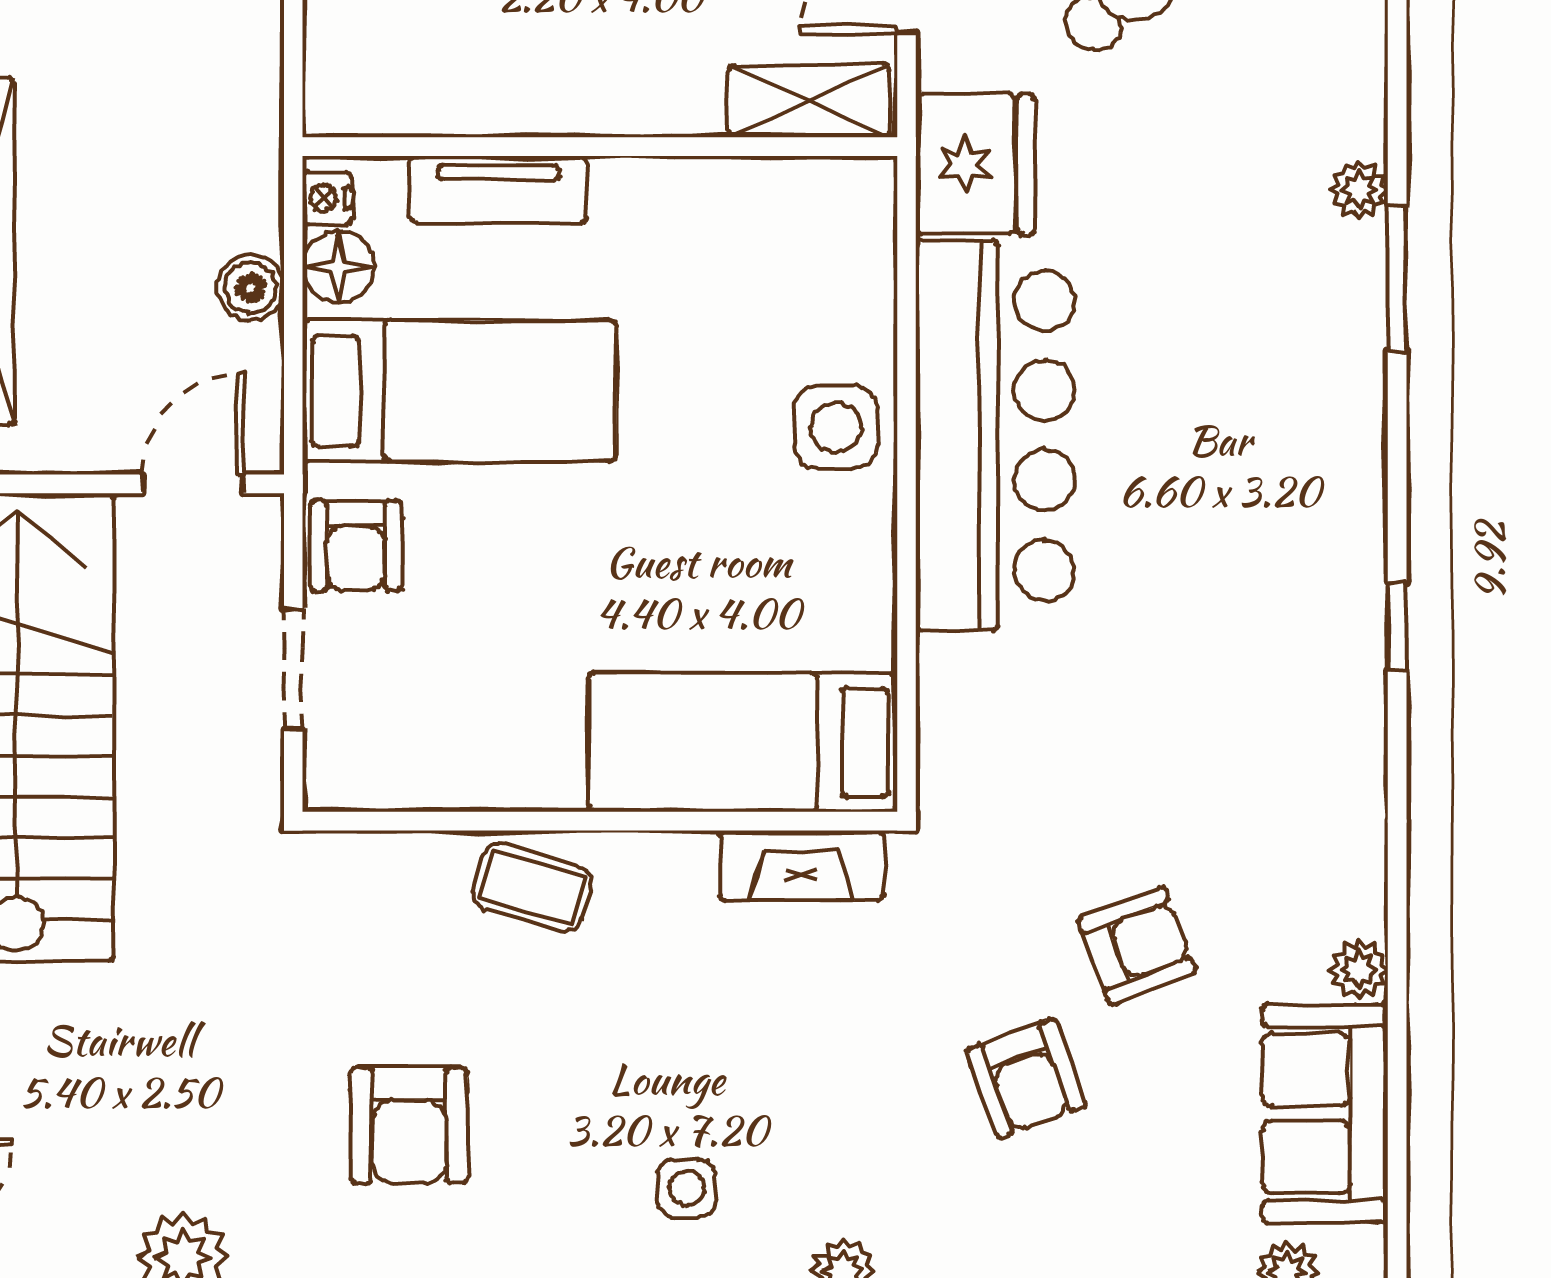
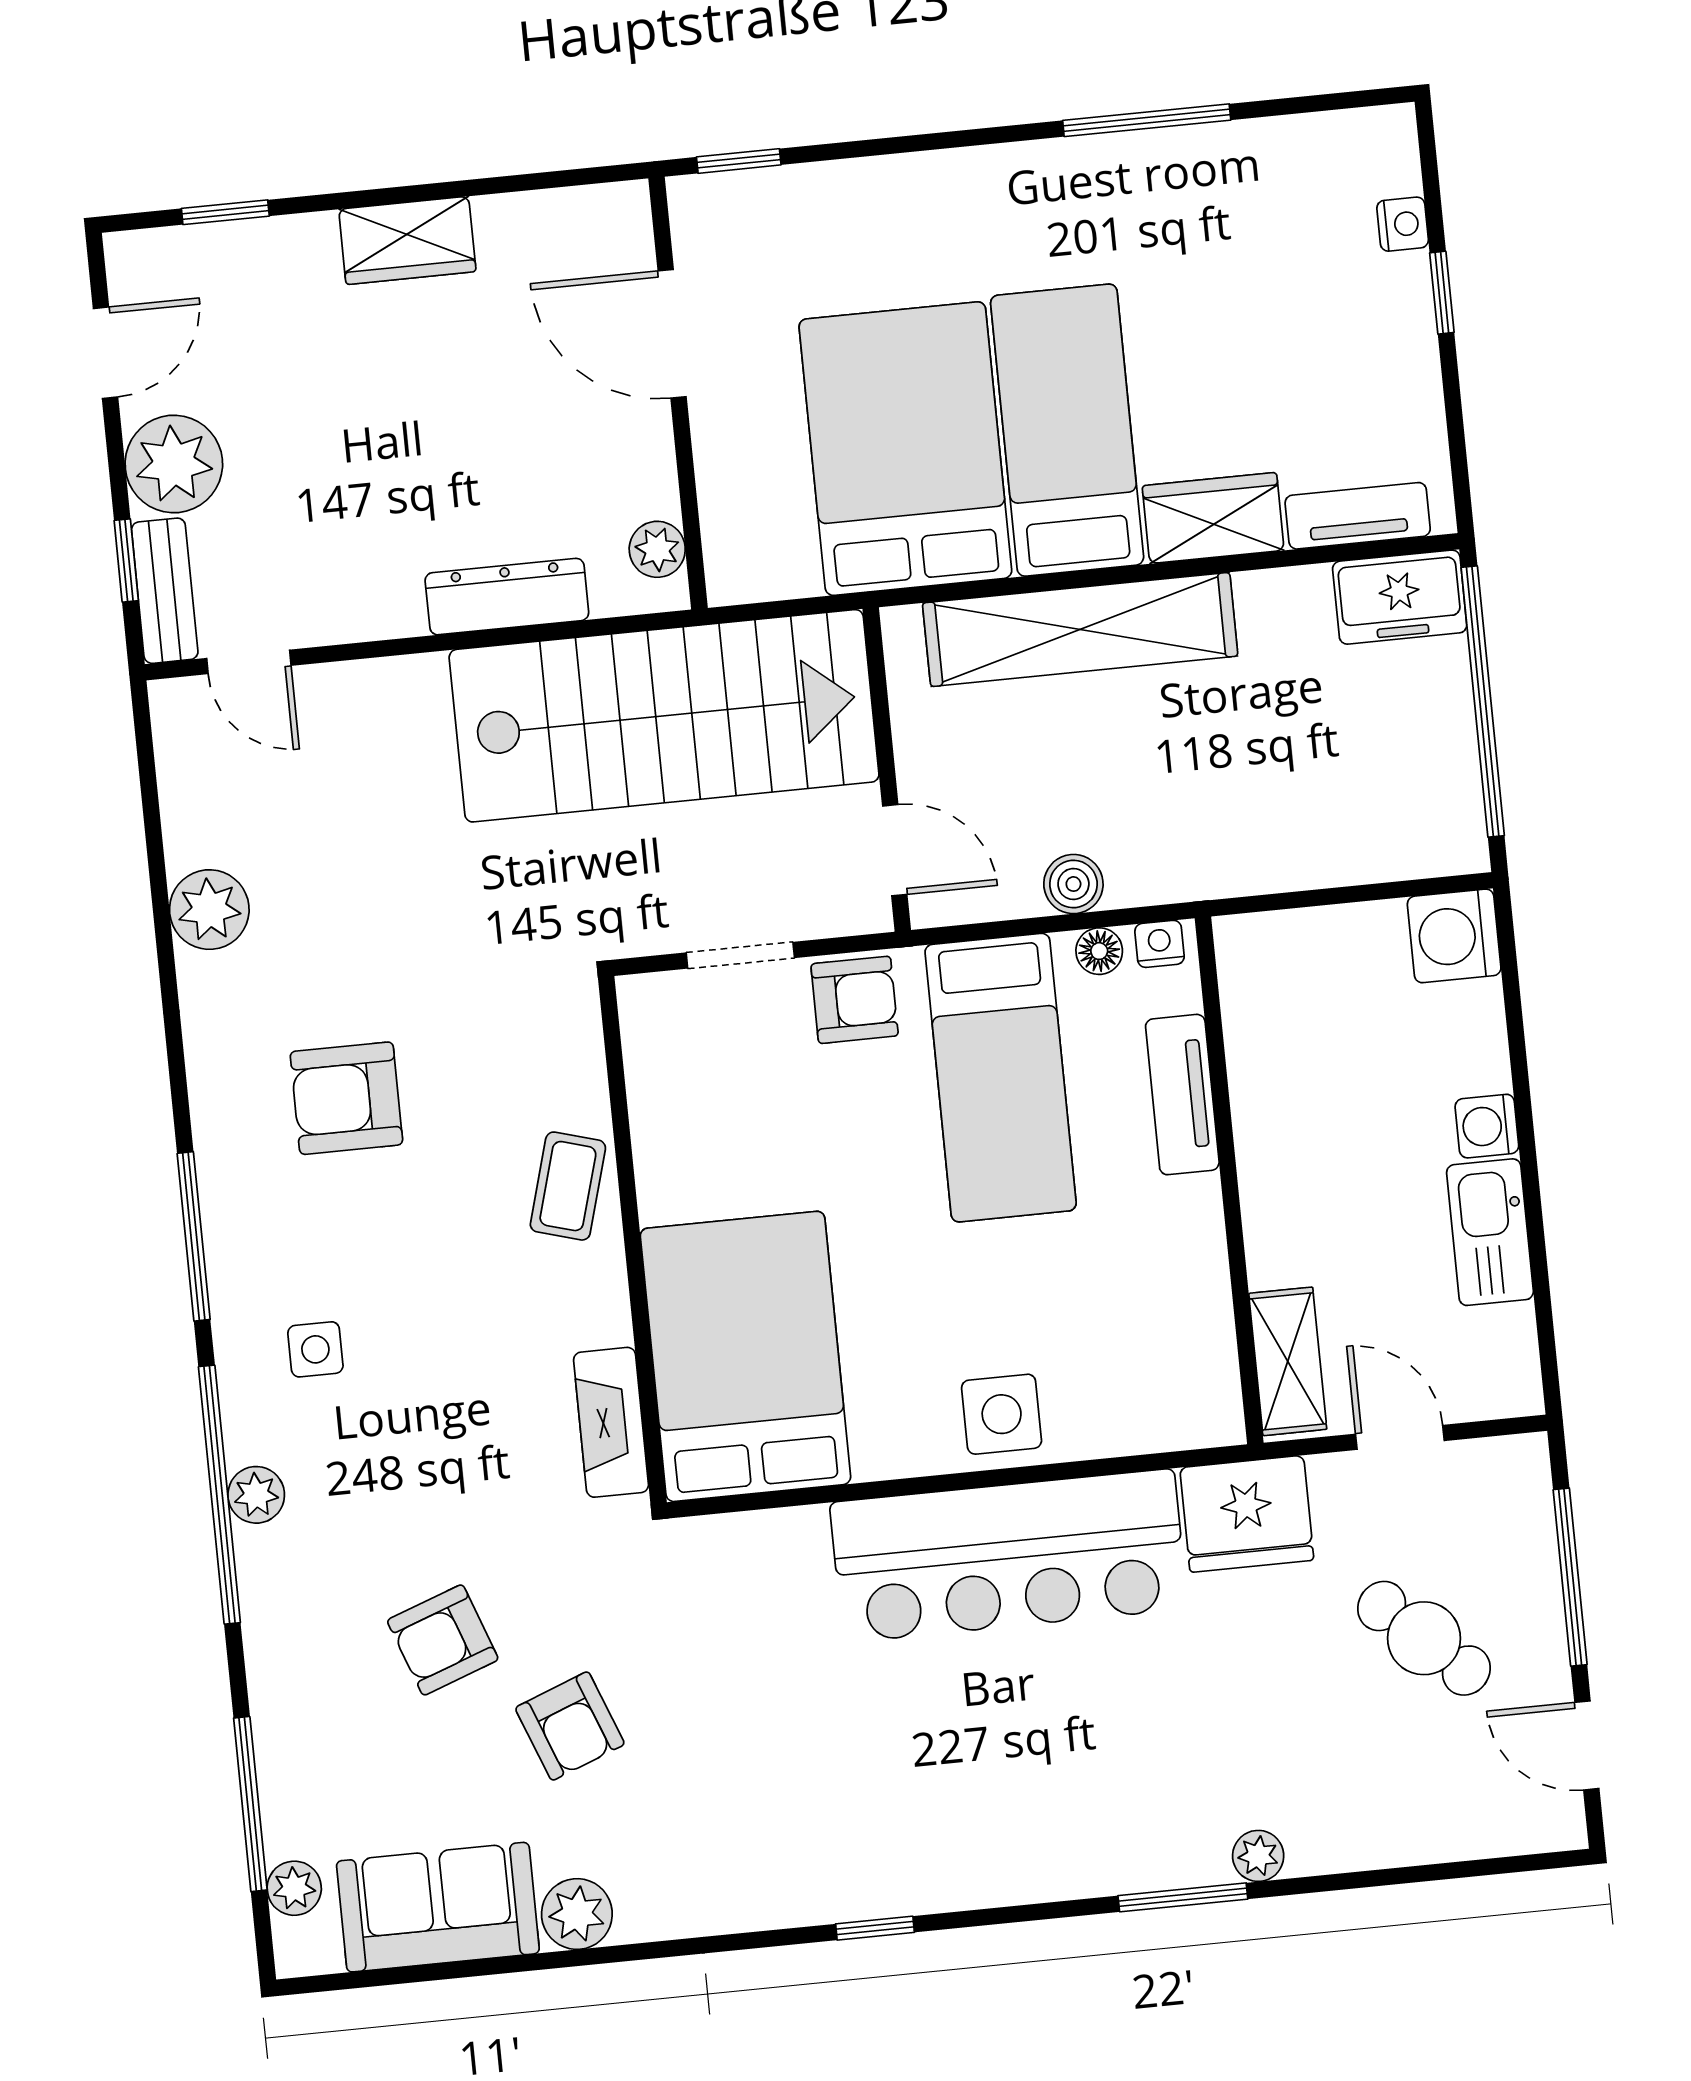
floor lamp: (338, 266) -> (1099, 951), width x0.73, depth x0.73
armchair: (356, 546) -> (855, 1000), turned 180
bed: (743, 742) -> (745, 1356), width x1.50
plant: (1359, 969) -> (577, 1914), width x1.38, depth x1.38

